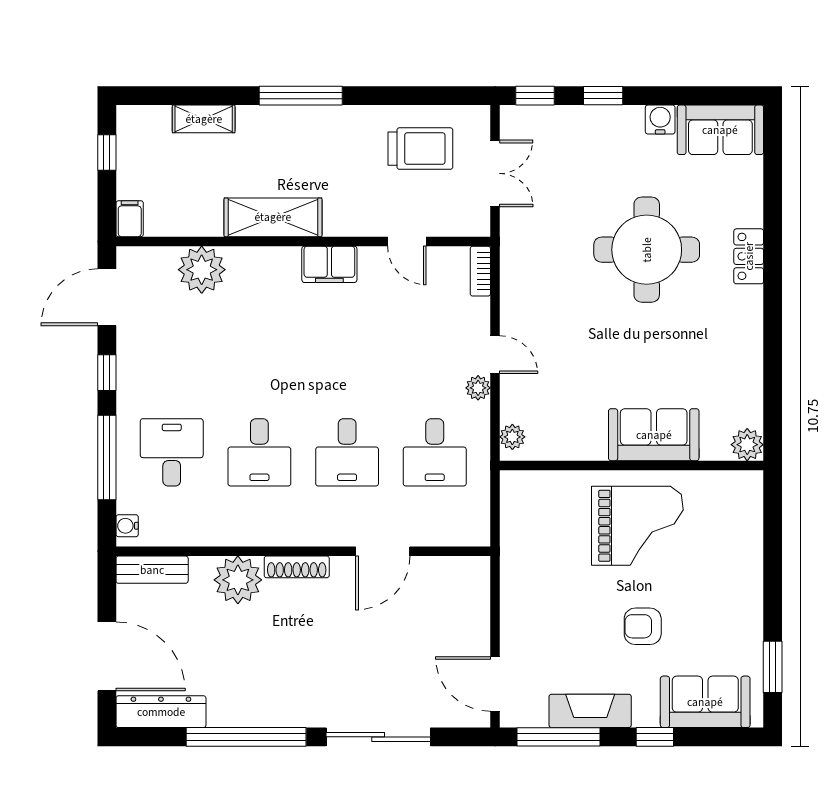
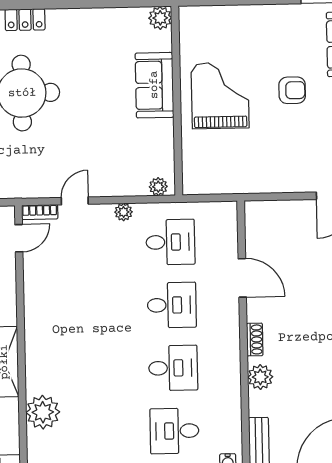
door: (407, 241) -> (19, 238), moved
filing cabinet: (329, 264) -> (37, 321), removed
door: (495, 355) -> (75, 201), moved
shoe rack: (297, 567) -> (255, 339), width x0.70
plant: (238, 580) -> (260, 377), width x0.73, depth x0.73
armchair: (643, 626) -> (292, 90), turned -90

